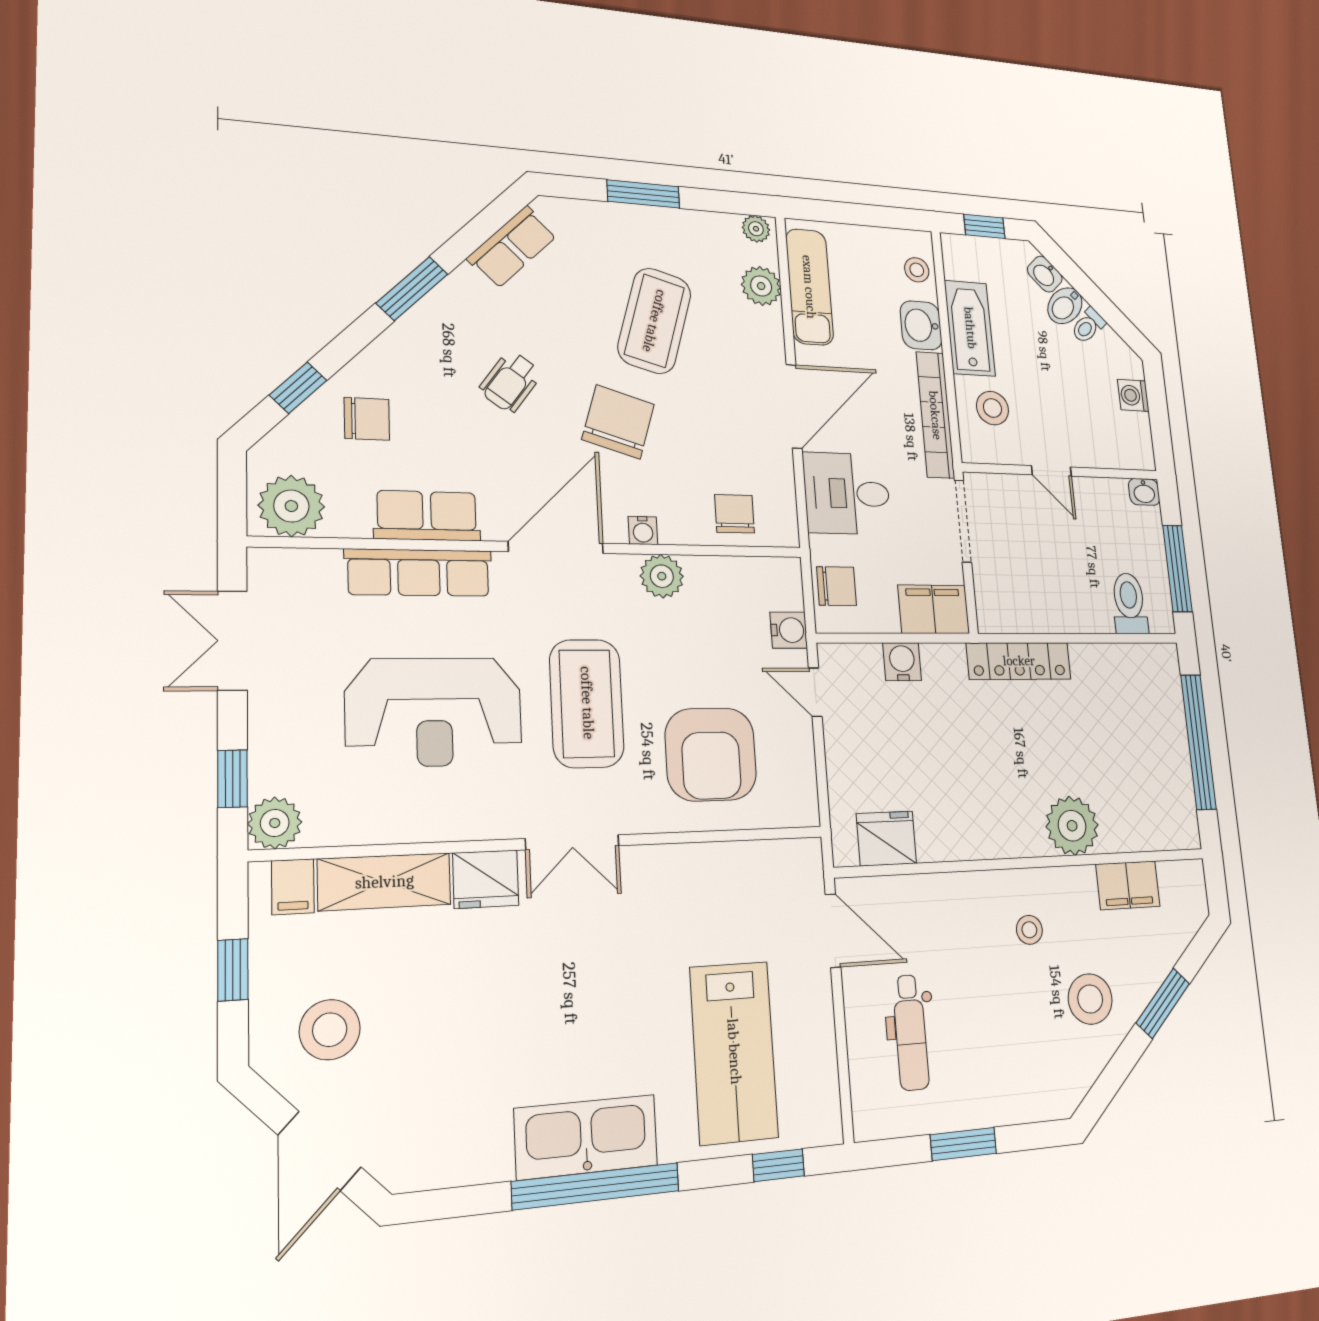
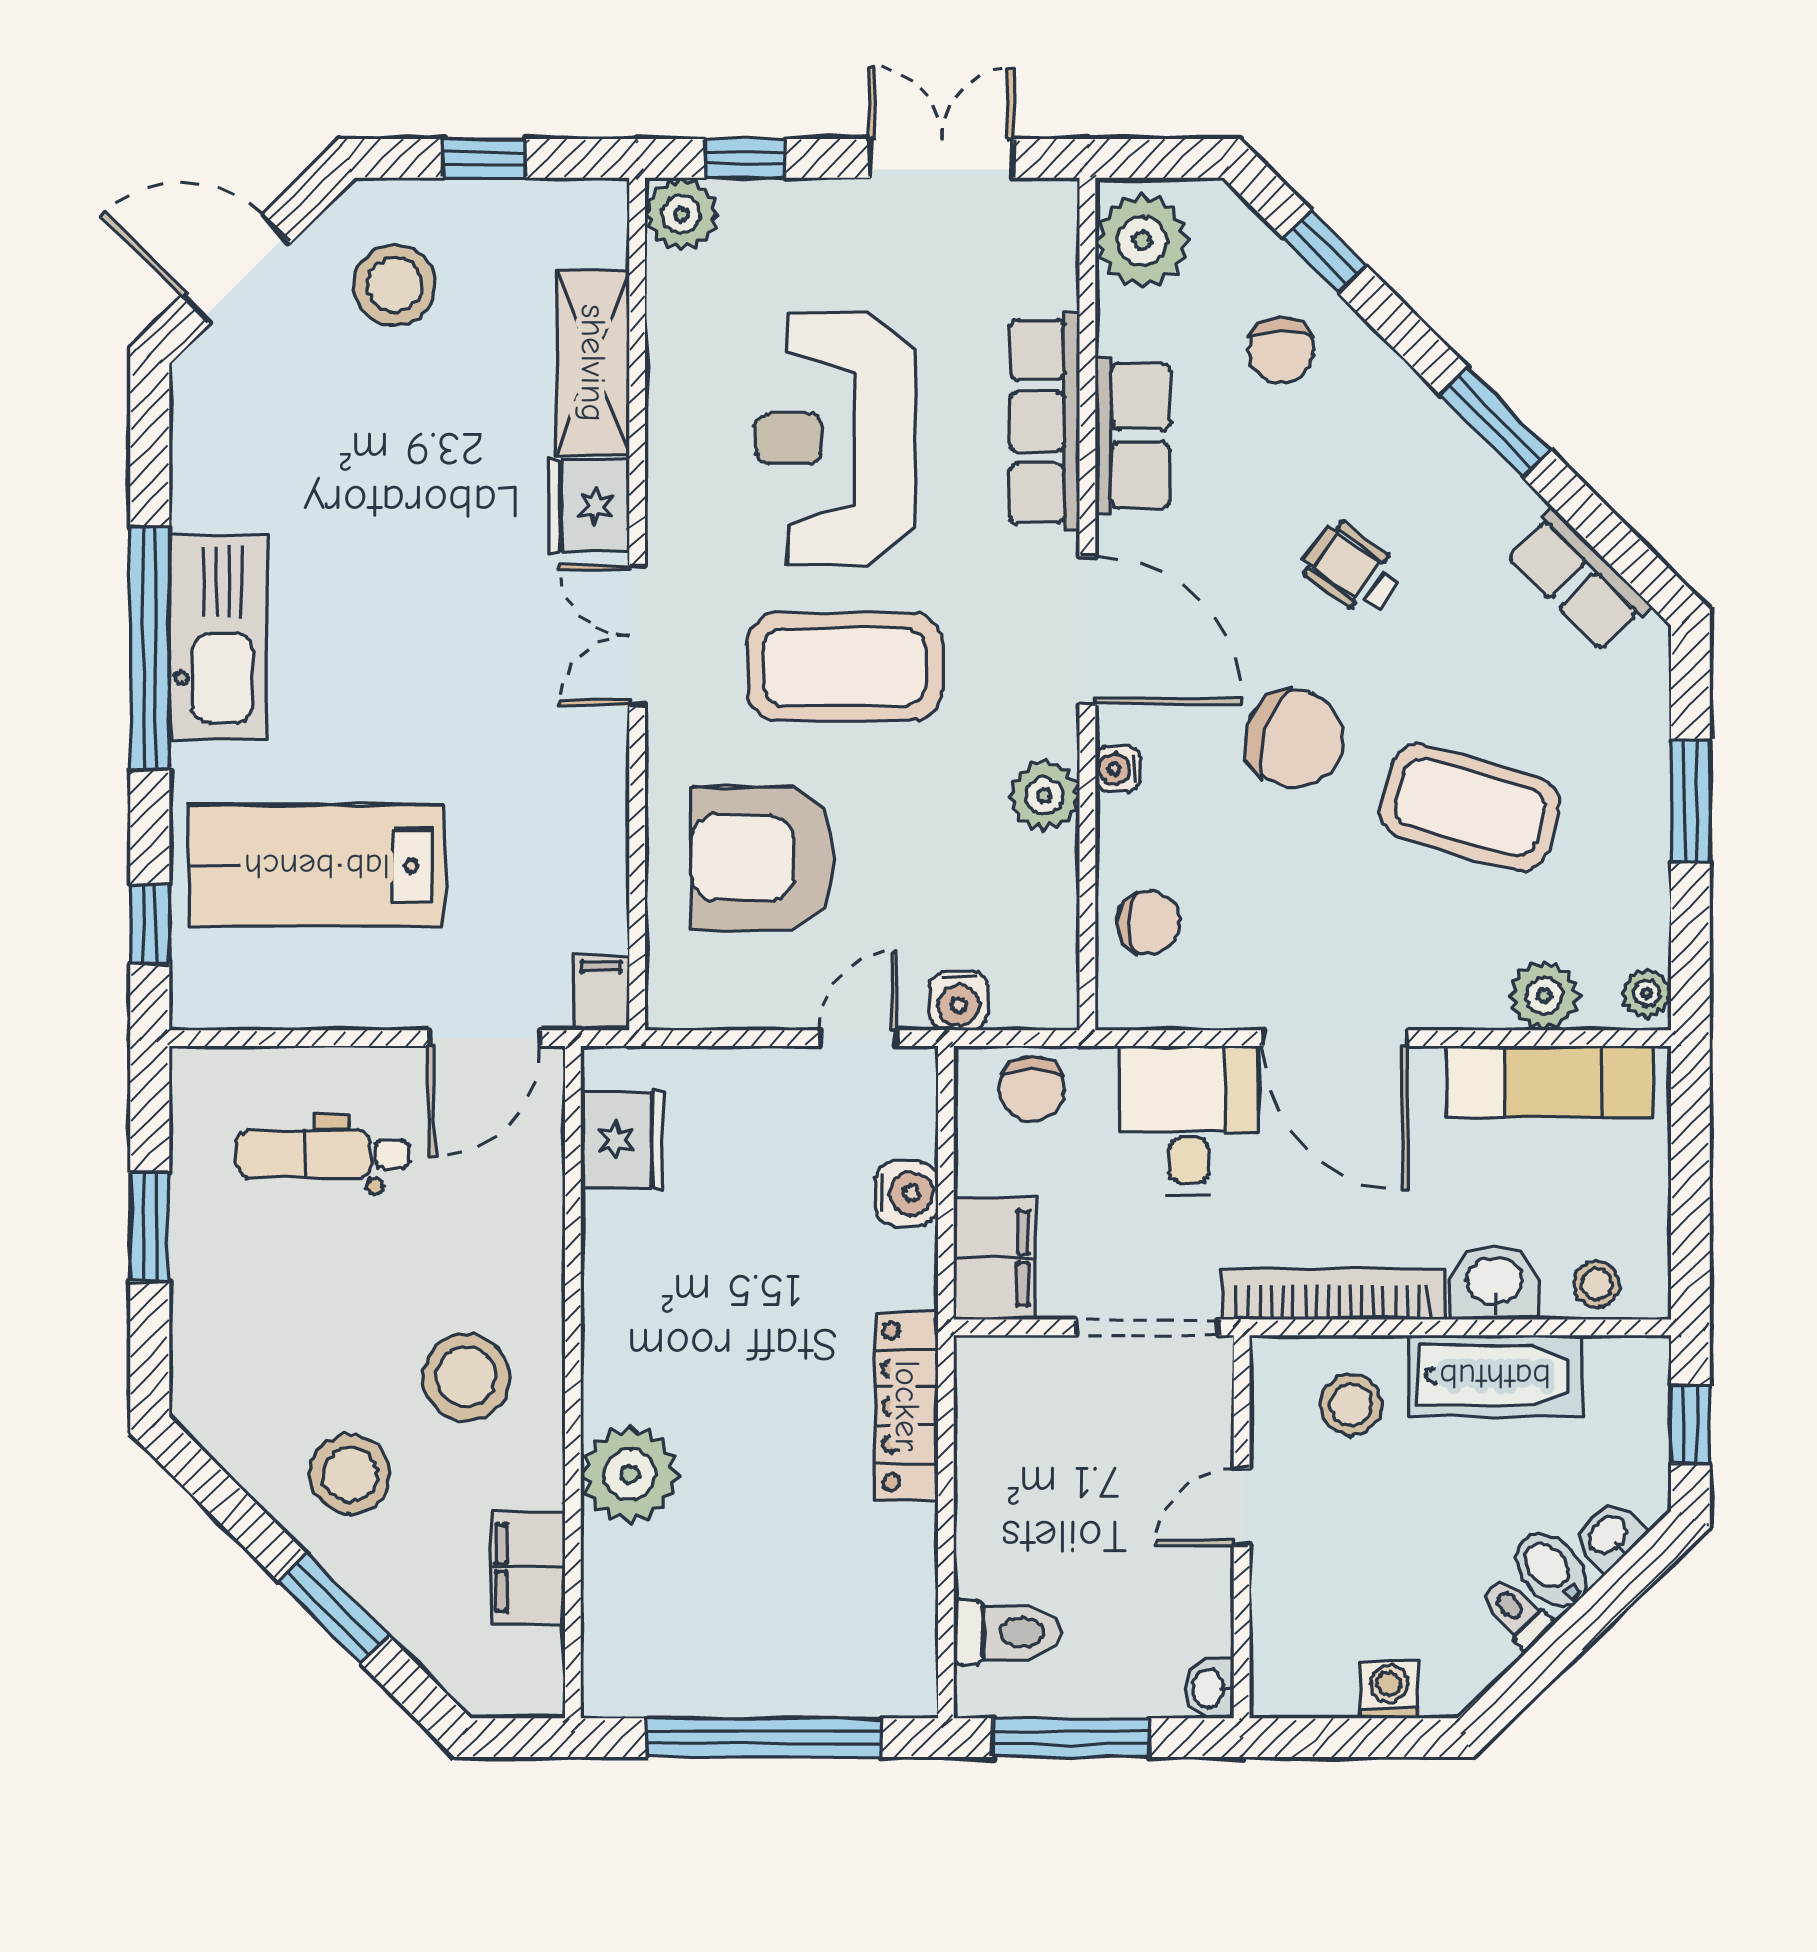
filing cabinet: (293, 887) -> (601, 993), moved, turned 90
stool: (1029, 930) -> (466, 1377), width x1.89, depth x1.89

